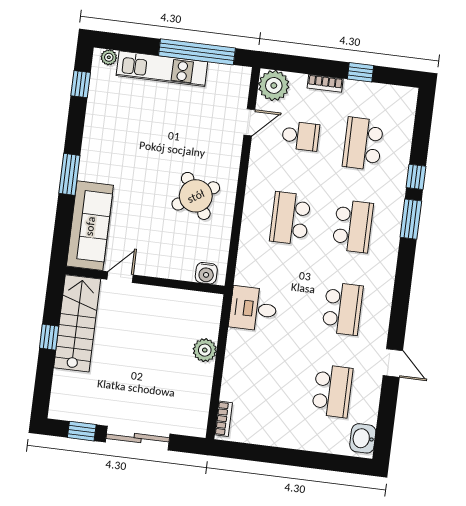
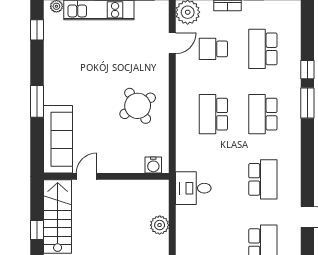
school desk: (301, 136) -> (213, 49), turned 180
school desk: (353, 226) -> (263, 114), turned 180

